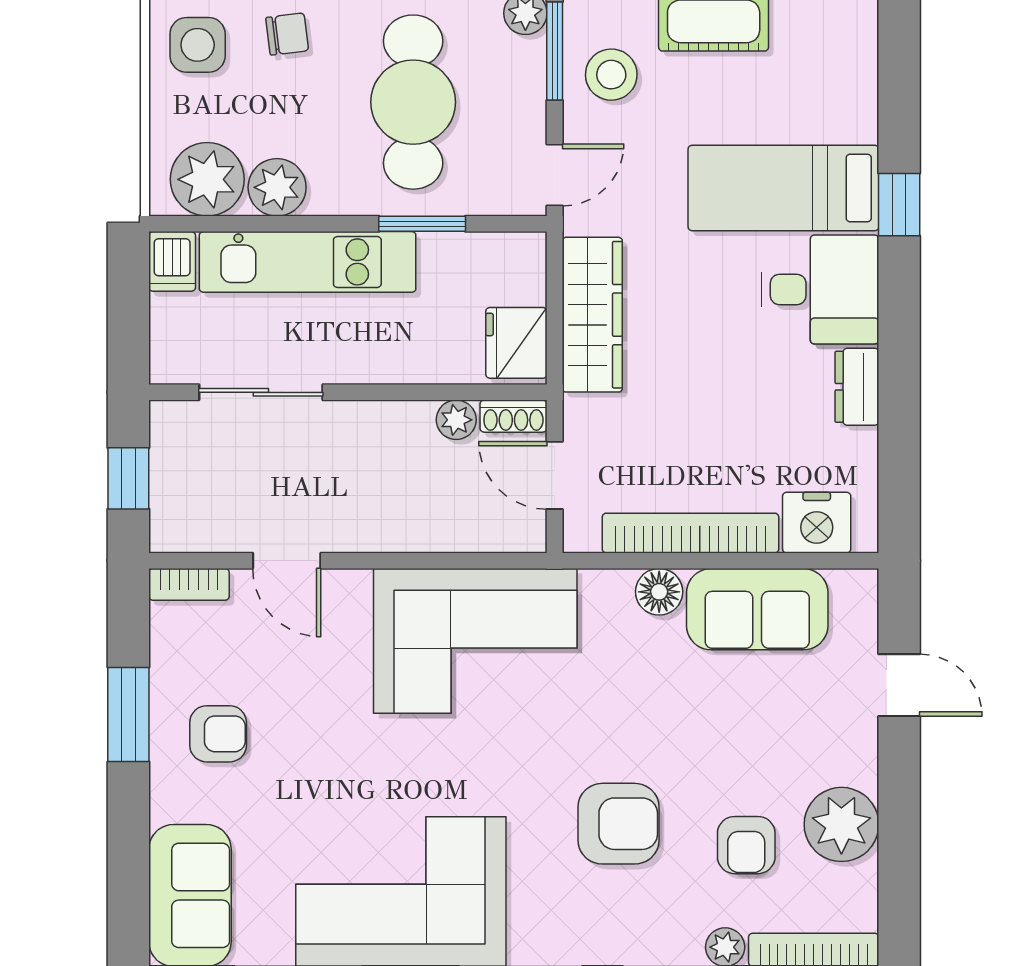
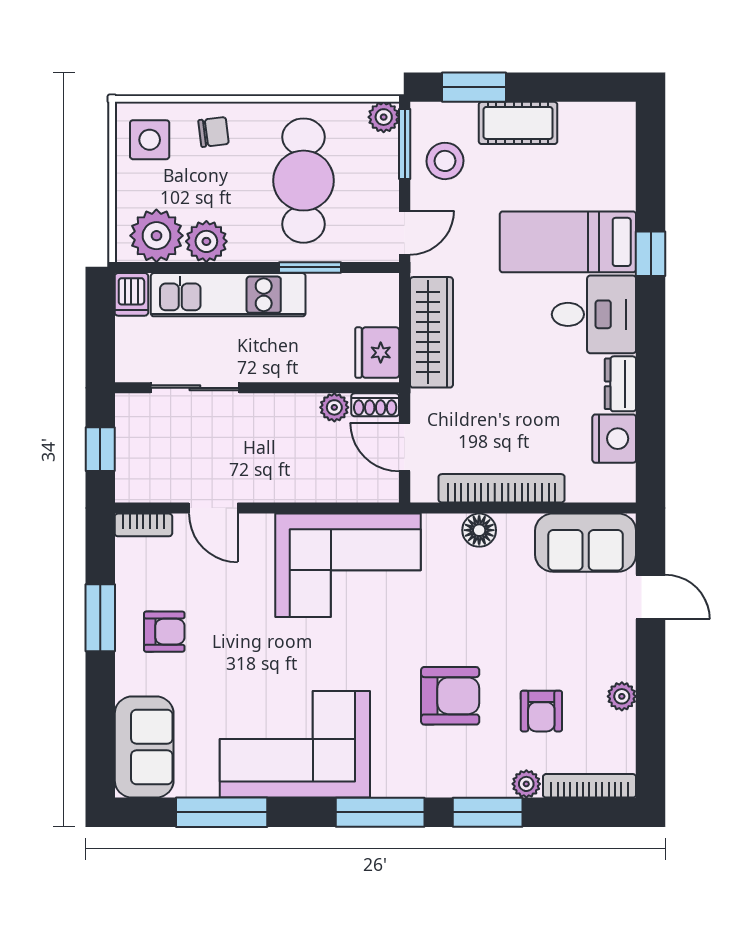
nightstand: (817, 523) -> (614, 439), moved, turned -90
sofa: (757, 609) -> (586, 543), moved
plant: (841, 824) -> (622, 696), width x0.53, depth x0.53

